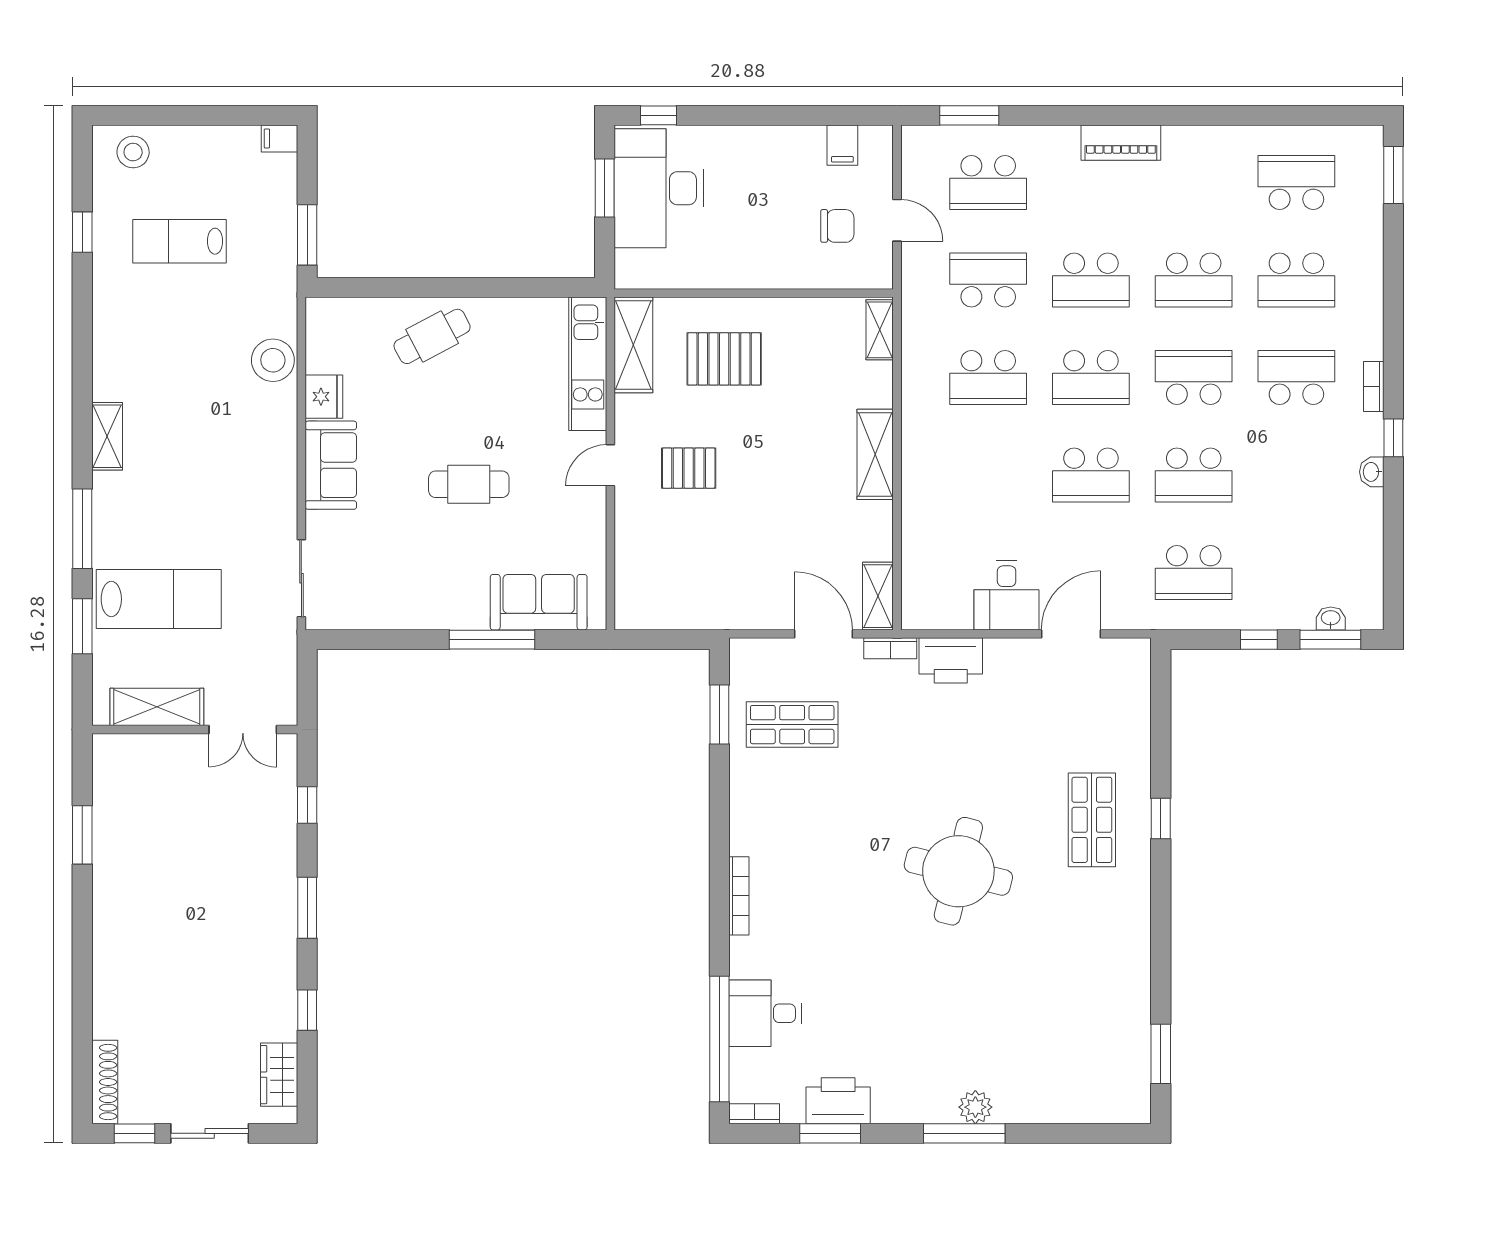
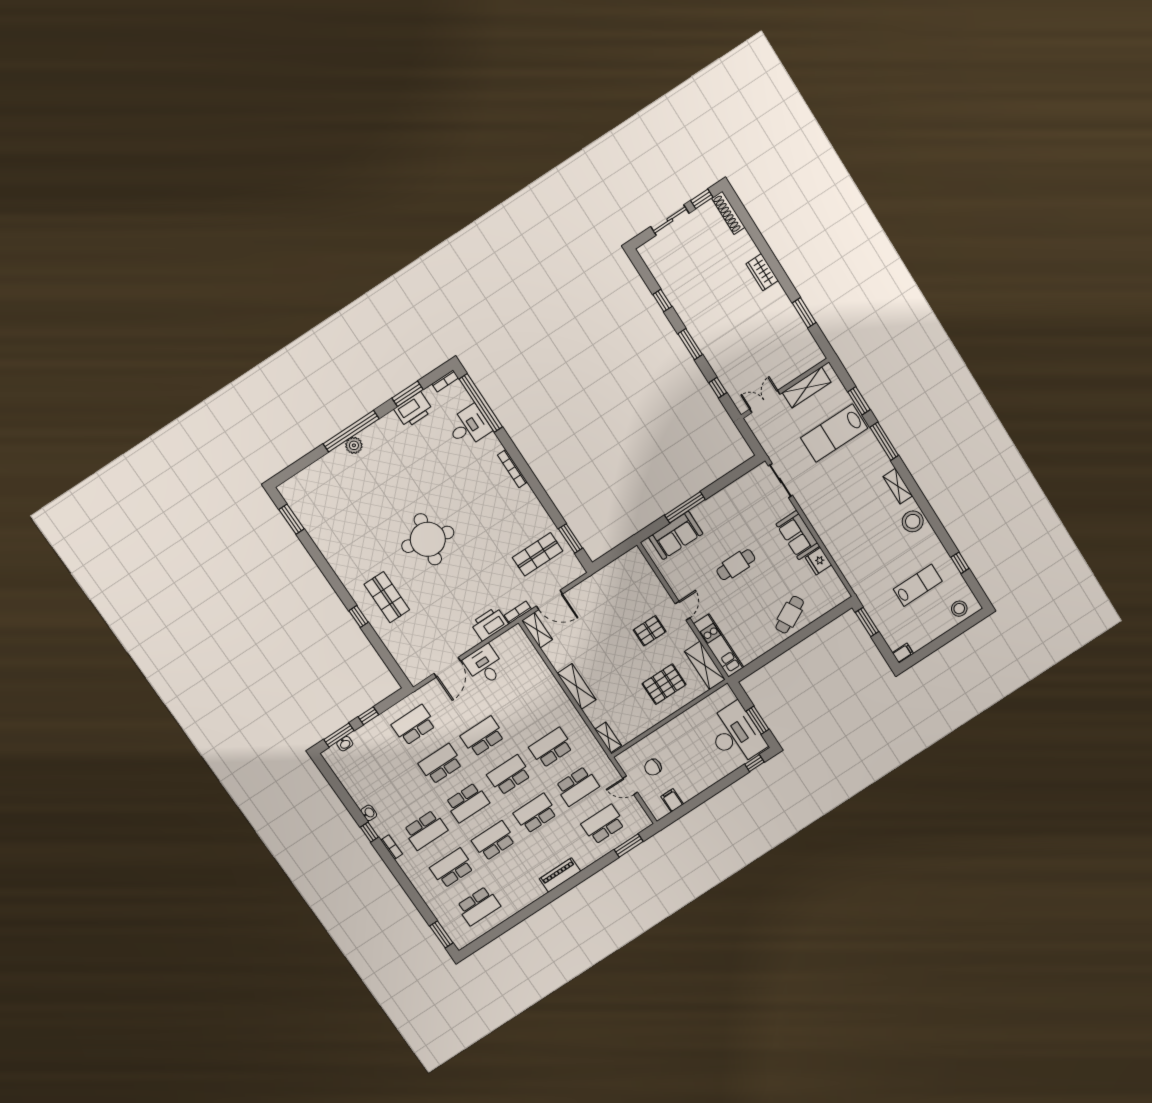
stool: (273, 360) -> (913, 521), moved
wardrobe: (279, 1075) -> (762, 272), moved, turned 180
window: (964, 1133) -> (351, 431), width x1.46

